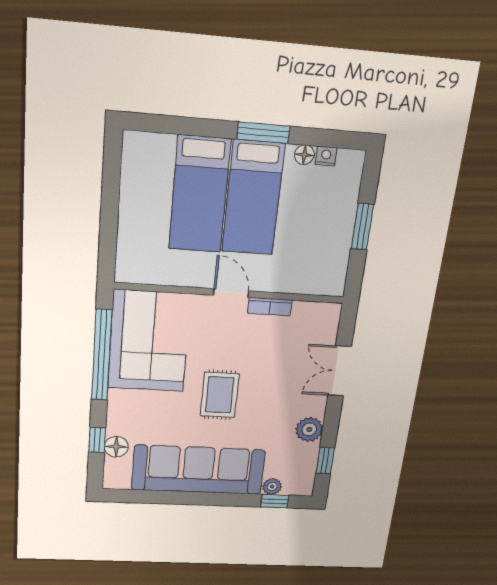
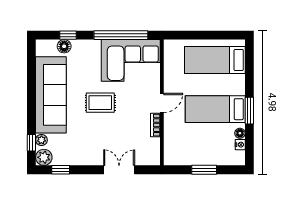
bed: (199, 195) -> (215, 60), moved
plant: (309, 429) -> (44, 157), moved

